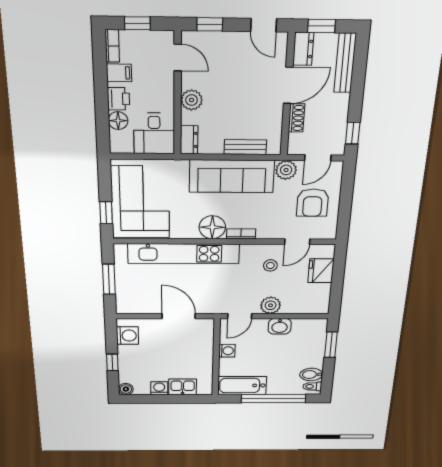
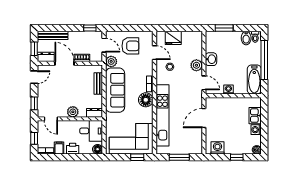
door: (178, 58) -> (51, 119), swing flipped
floor lamp: (118, 121) -> (98, 149), moved

